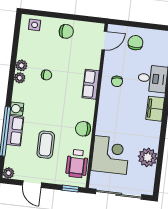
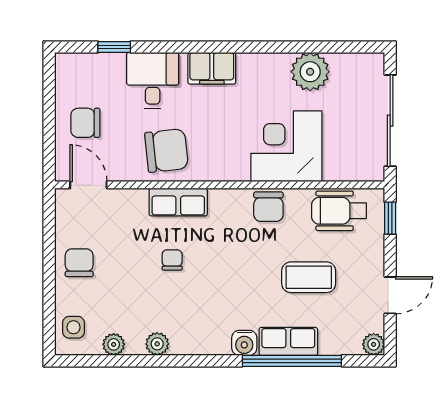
chair: (46, 75) -> (172, 260), moved
plant: (20, 78) -> (114, 344), moved
chair: (117, 81) -> (166, 151), width x1.87, depth x1.87
corner desk: (110, 155) -> (286, 146), moved
wheelchair: (77, 164) -> (339, 211), turned 180

